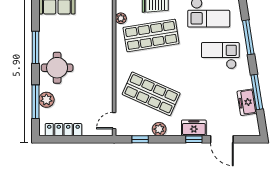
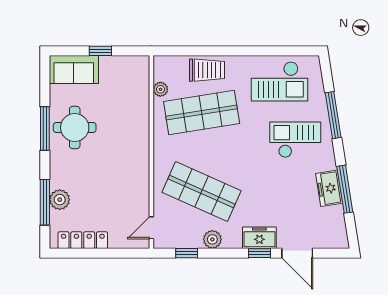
round table: (57, 68) -> (75, 127), moved
freezer: (247, 102) -> (329, 188), moved

